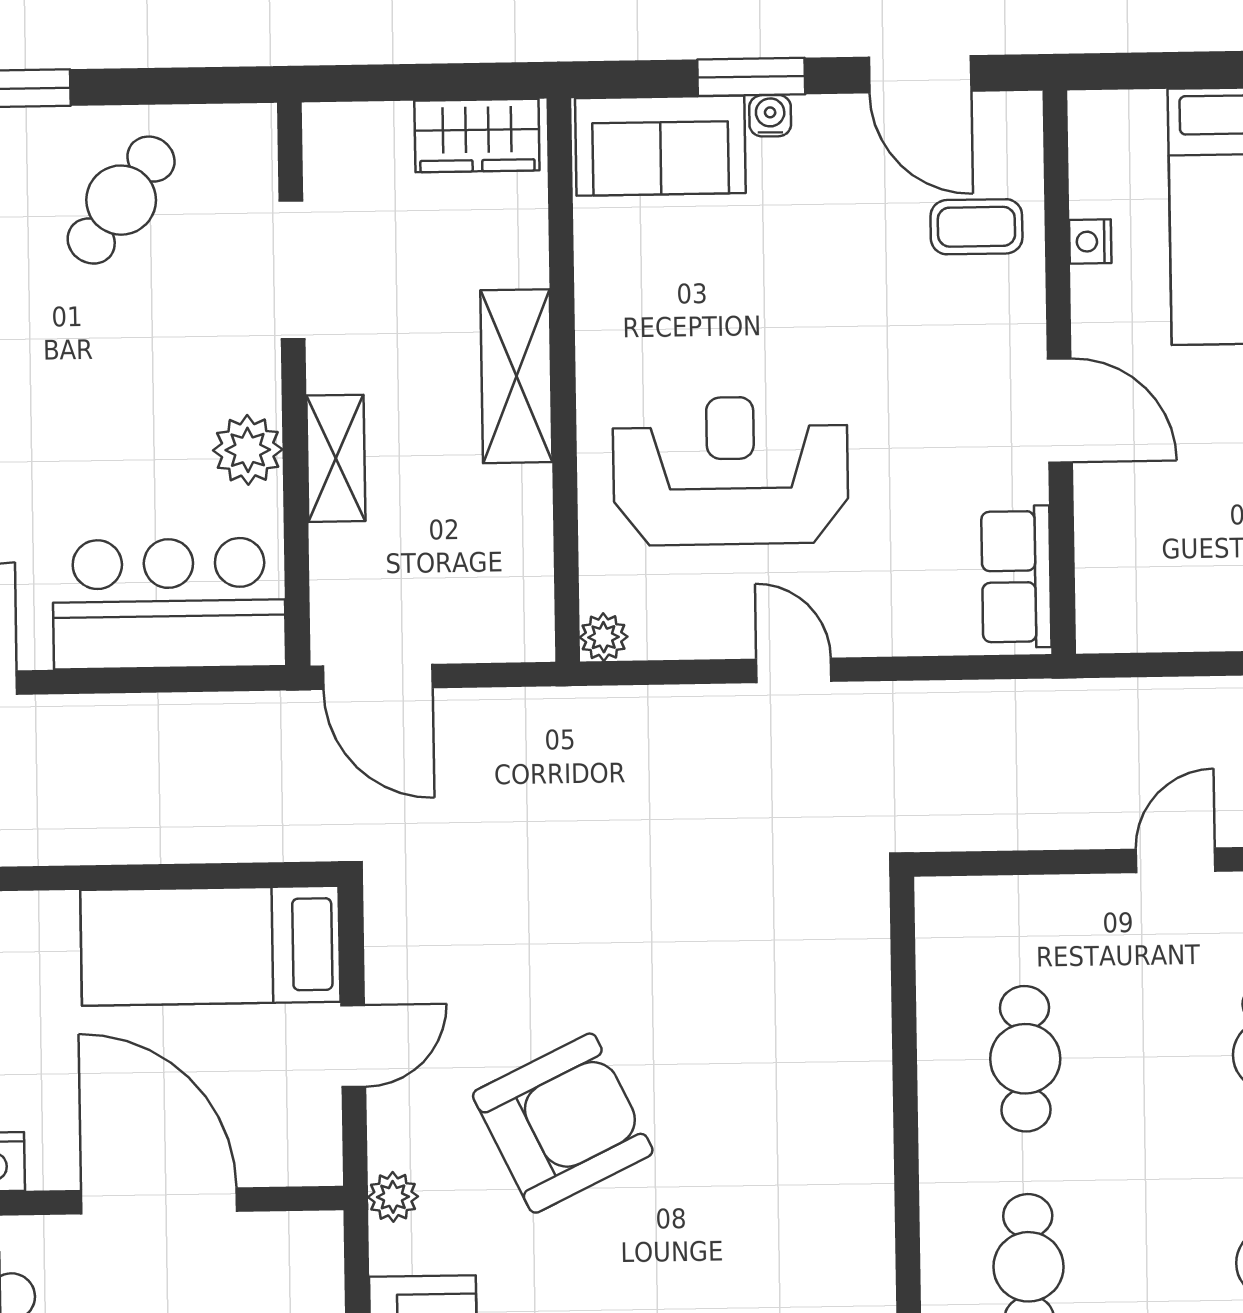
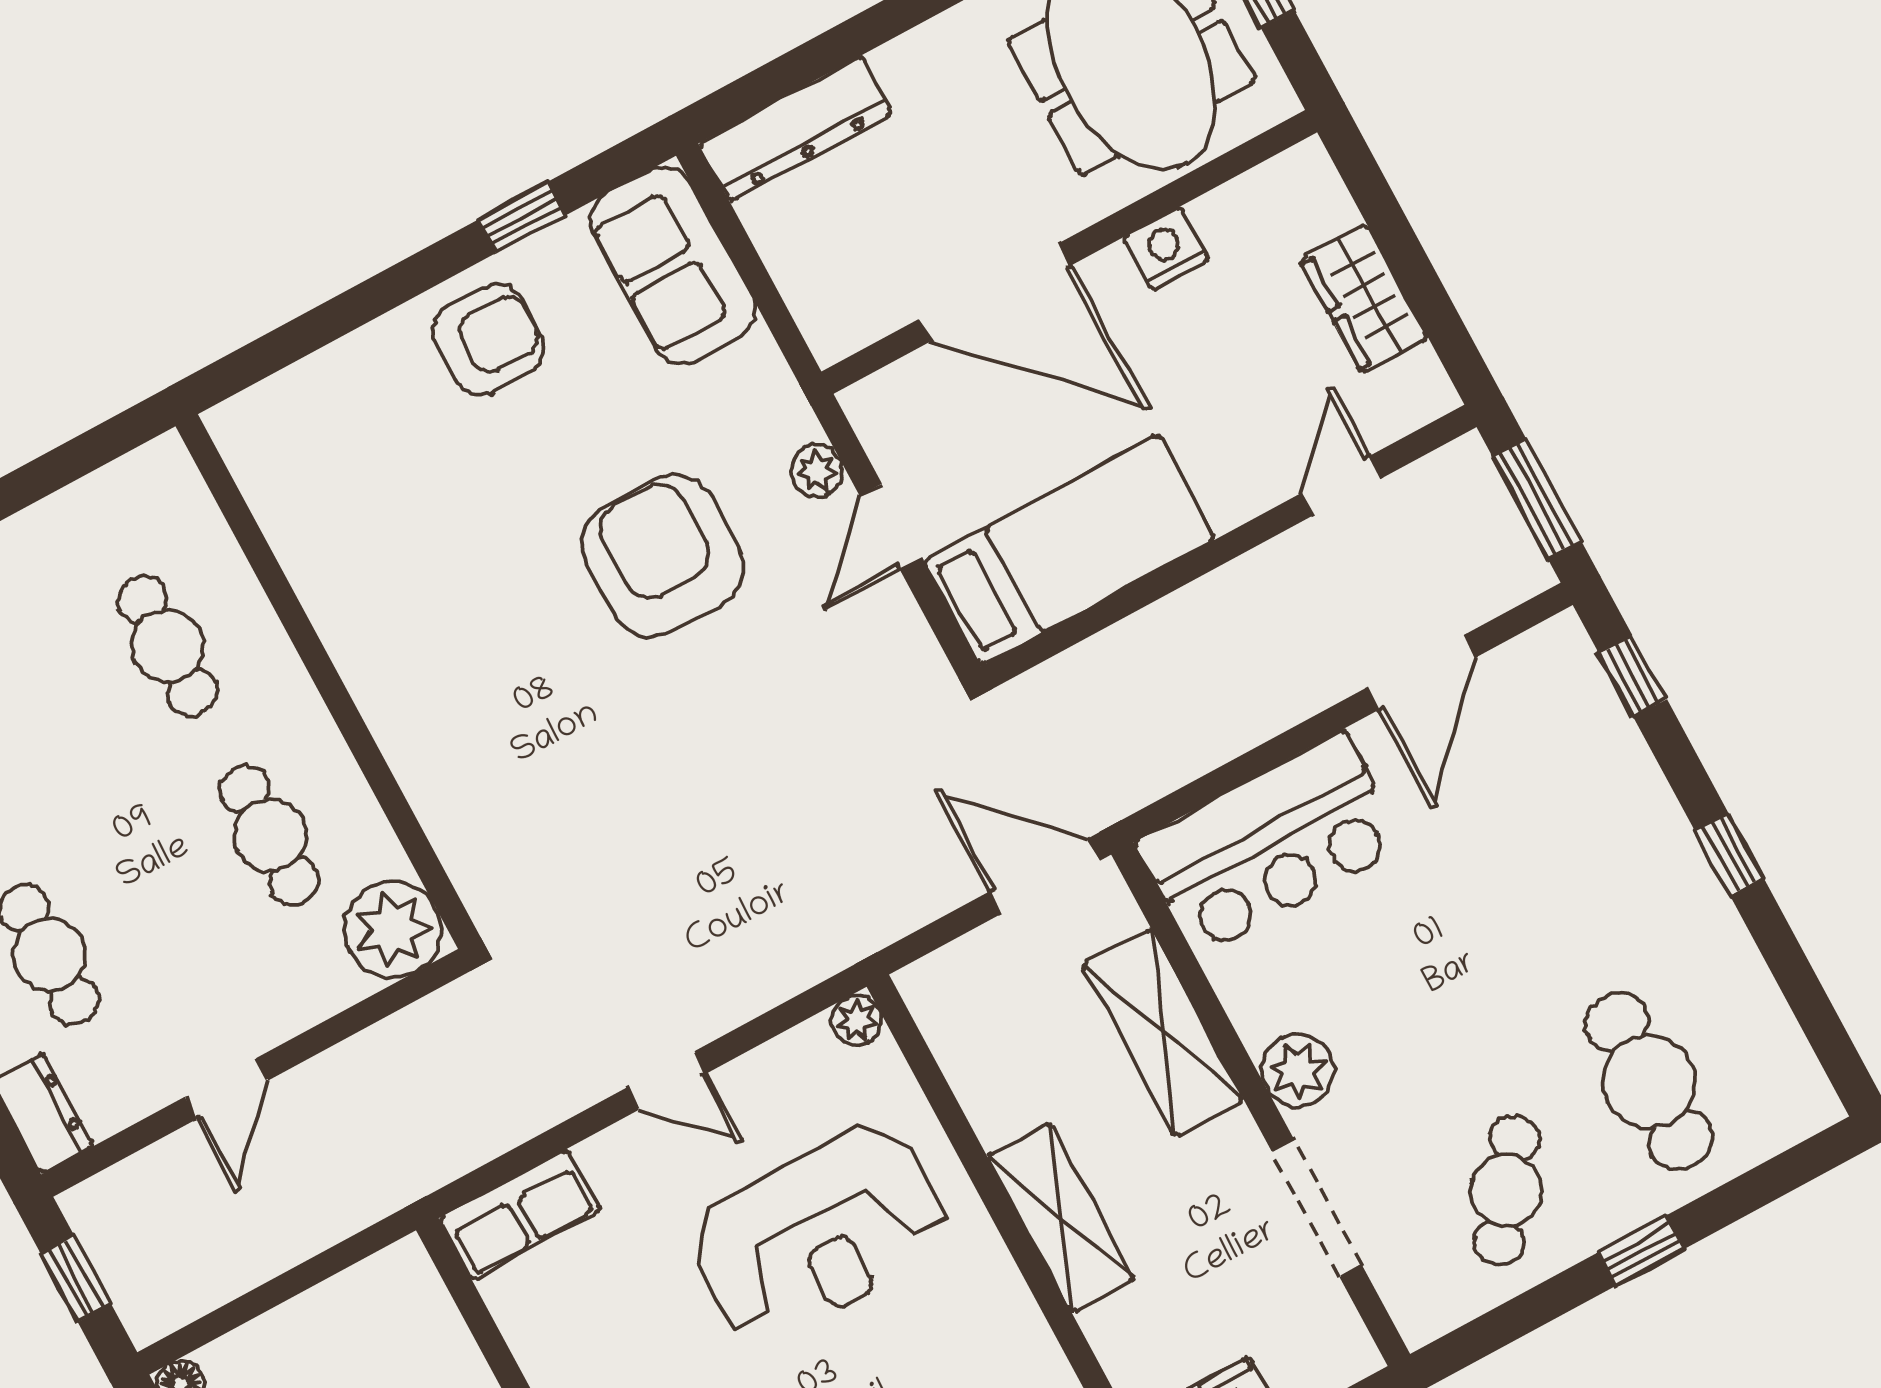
plant: (248, 450) -> (1298, 1071), moved
shelving: (336, 458) -> (1163, 1032), width x1.50, depth x1.33
row of seats: (1016, 577) -> (520, 1214), moved, turned 90
plant: (962, 923) -> (393, 929), added
armchair: (563, 1123) -> (662, 556), turned 116
plant: (393, 1197) -> (817, 471), moved

